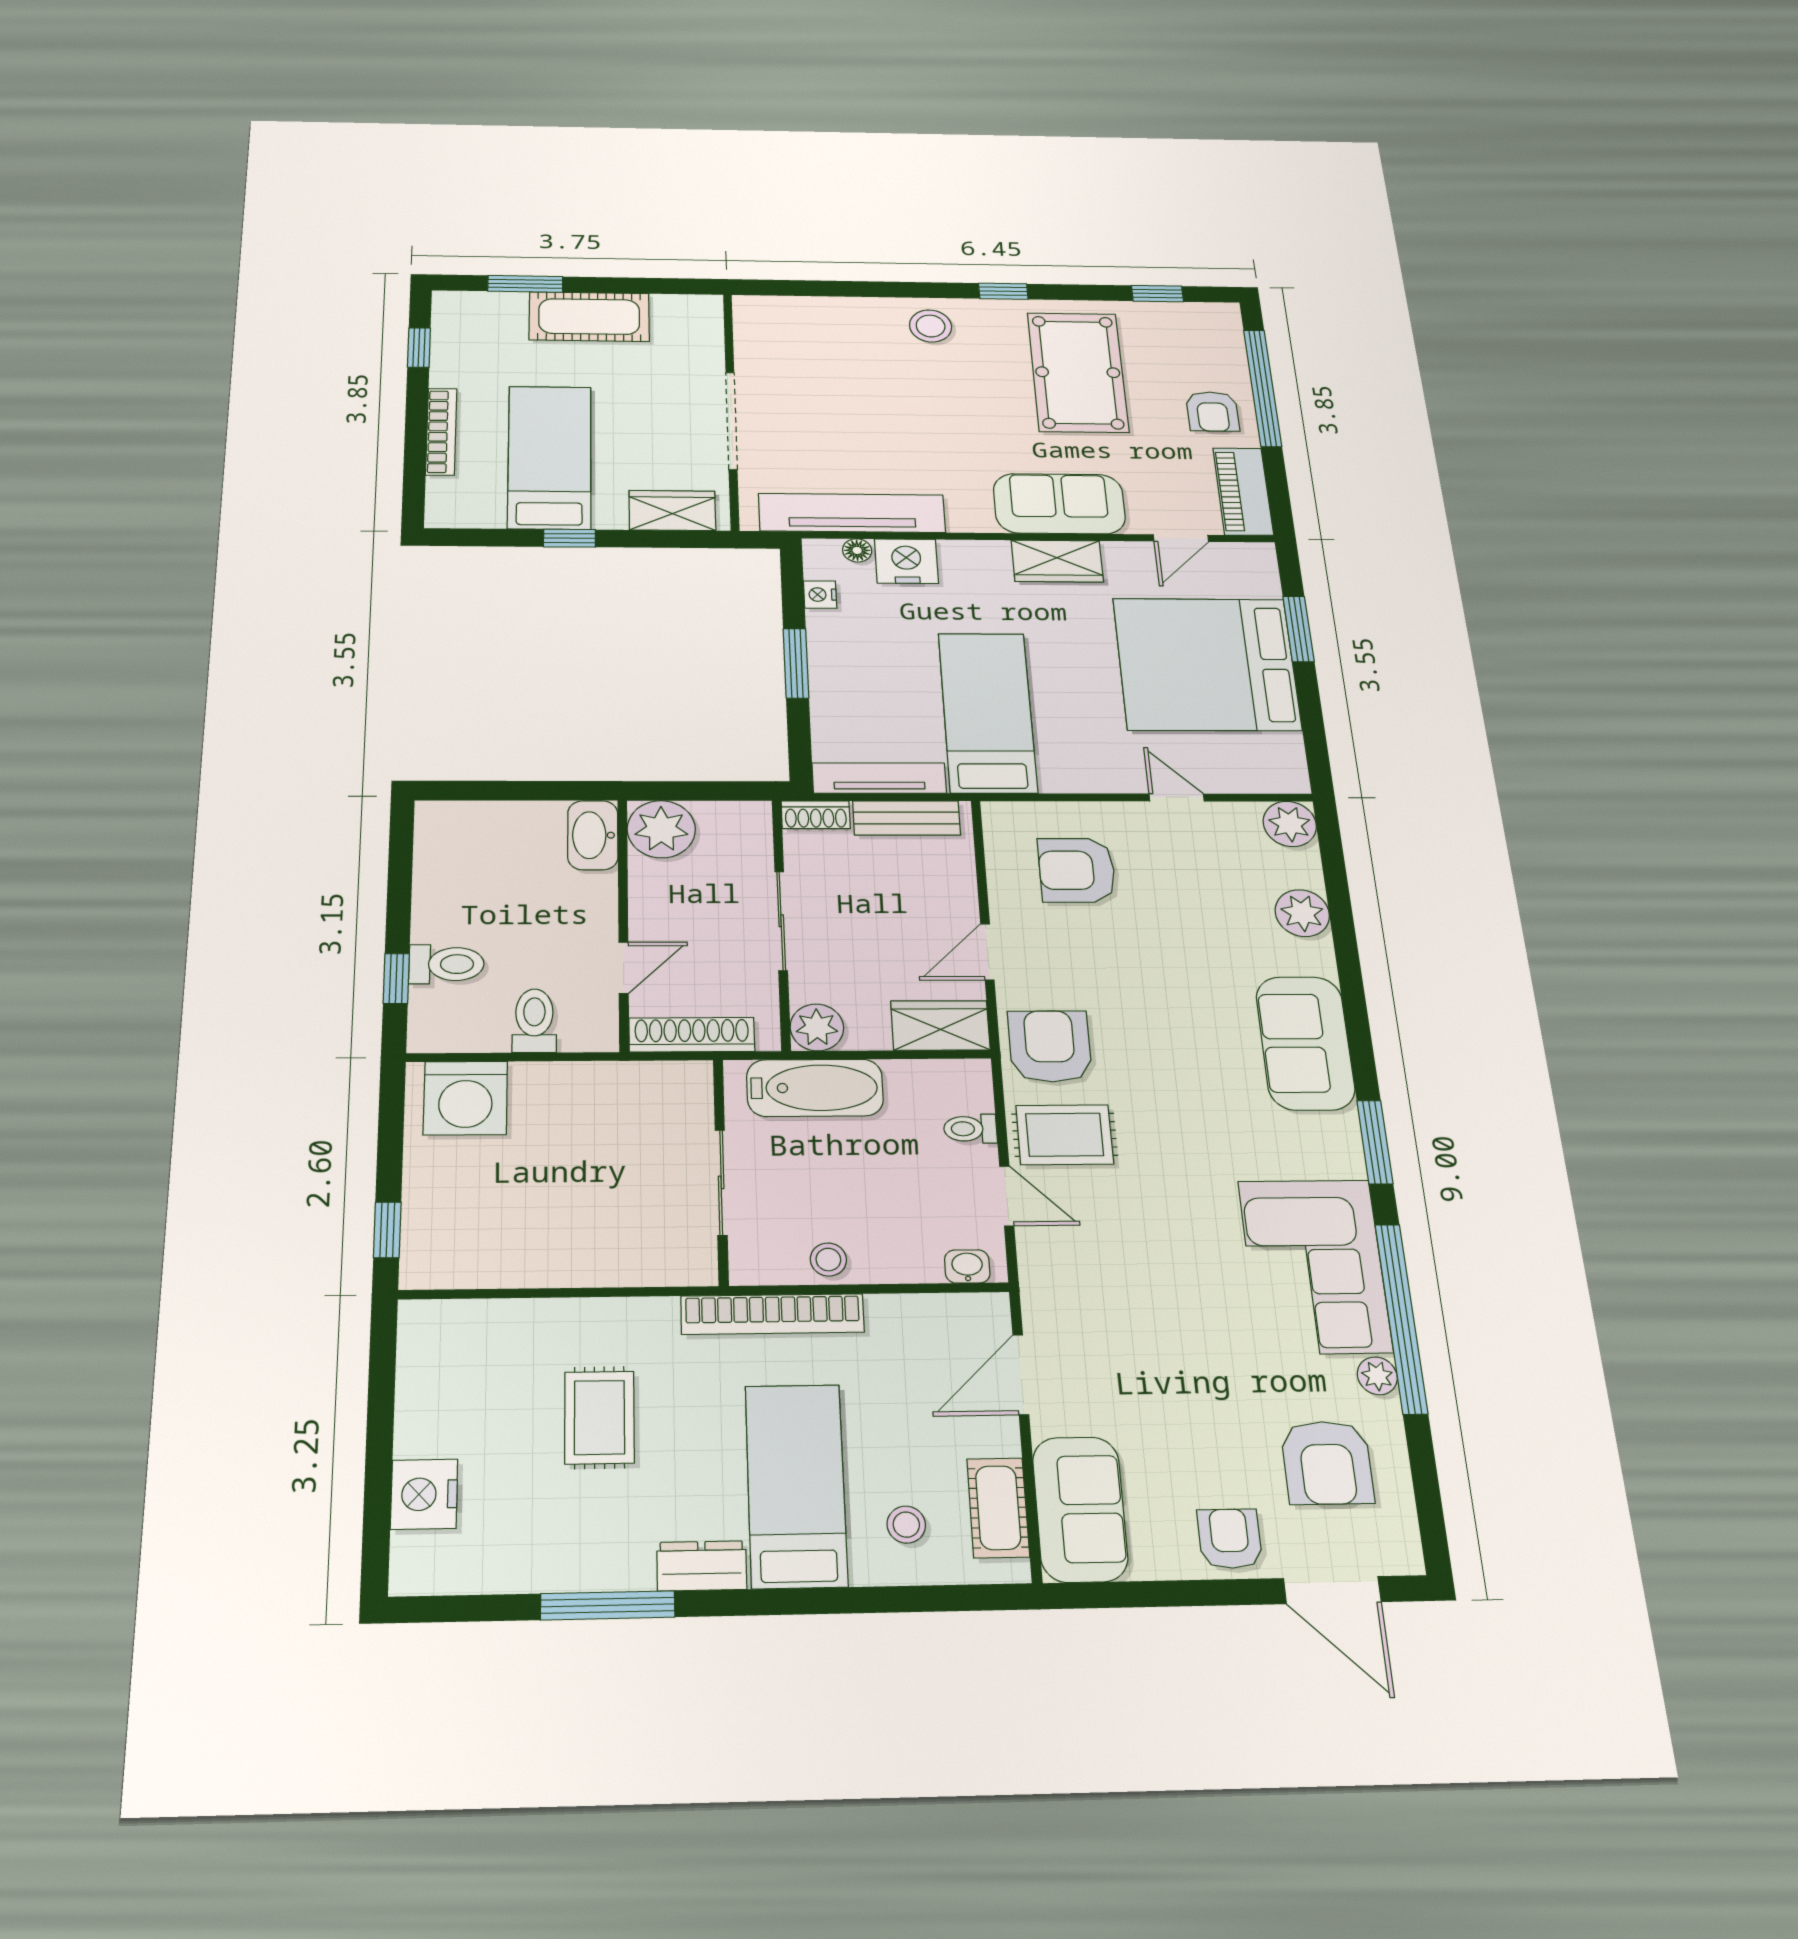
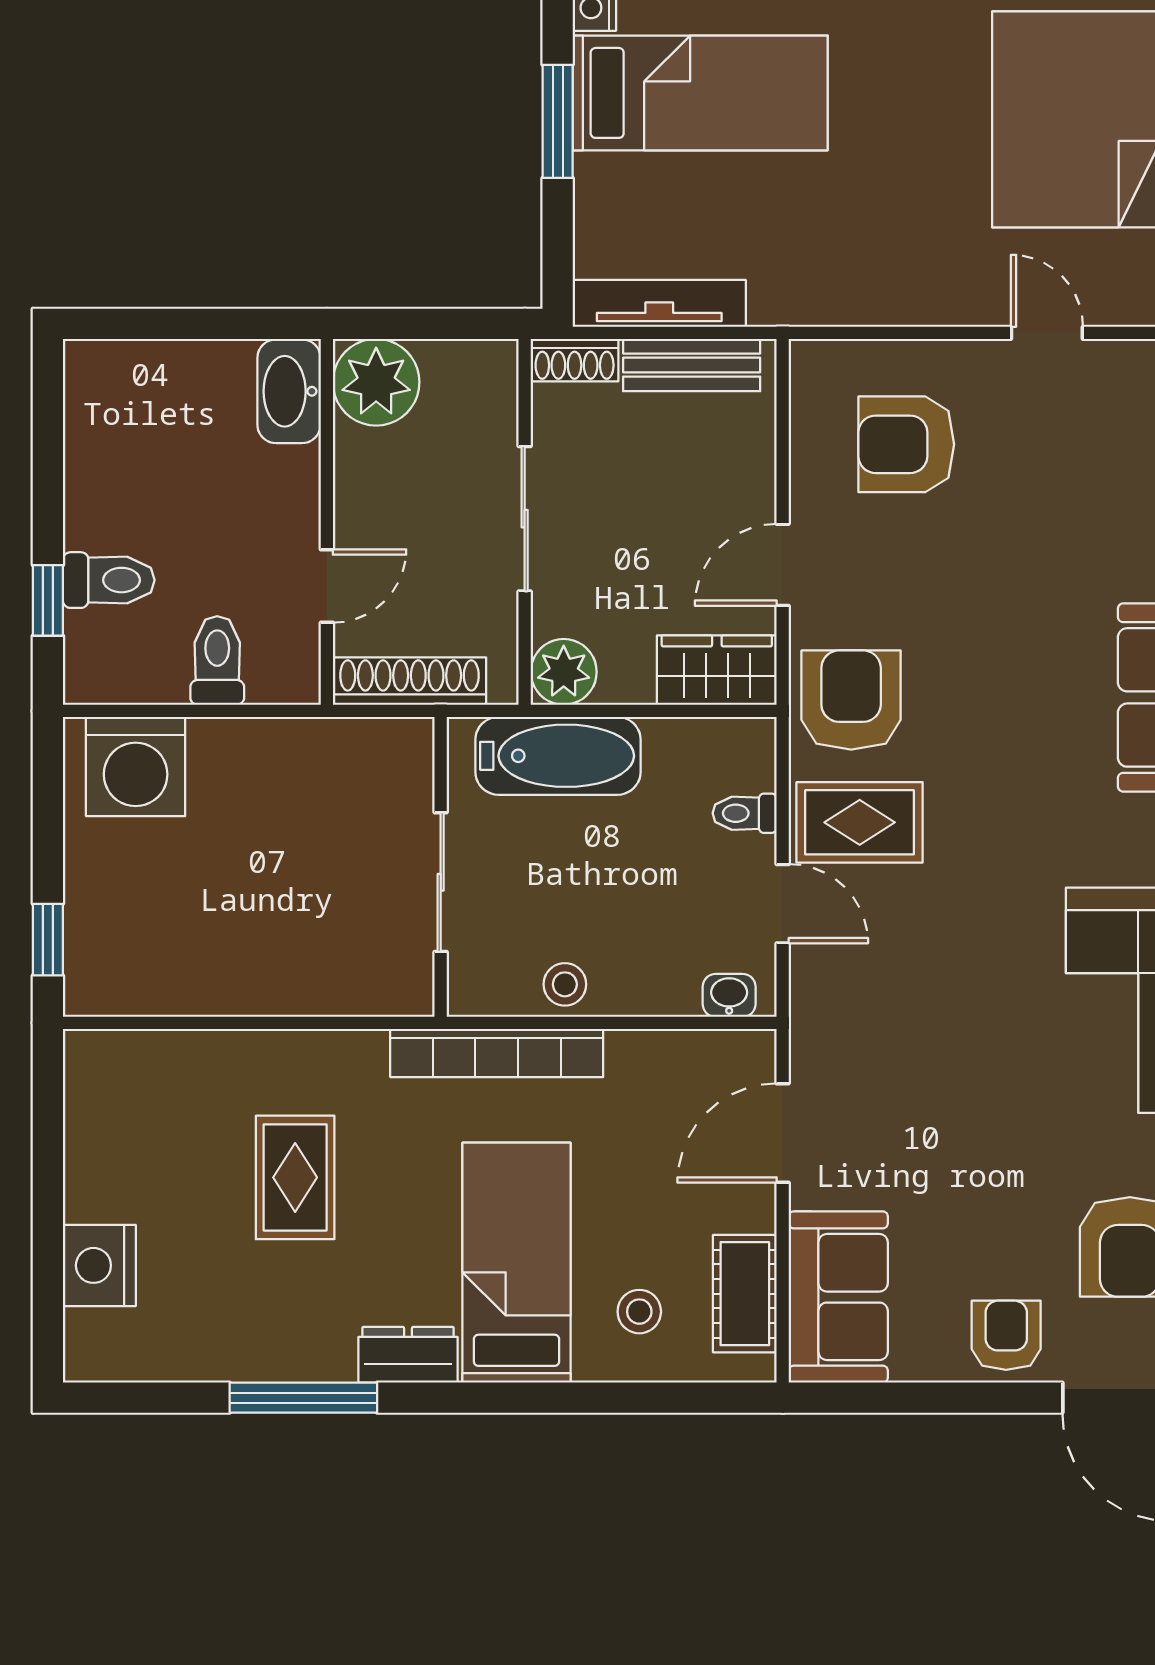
bed: (987, 712) -> (700, 93), moved, turned 90

